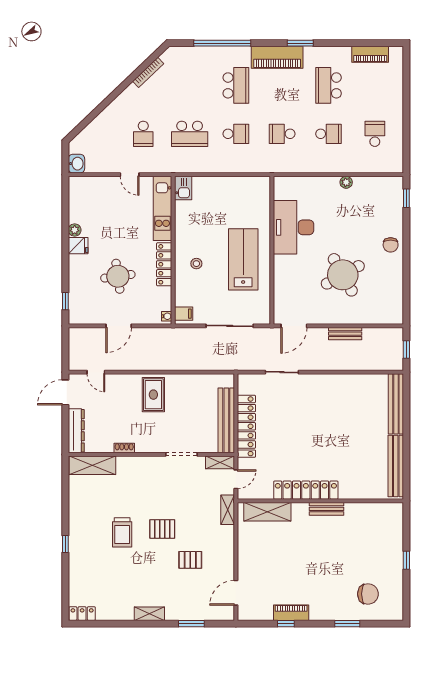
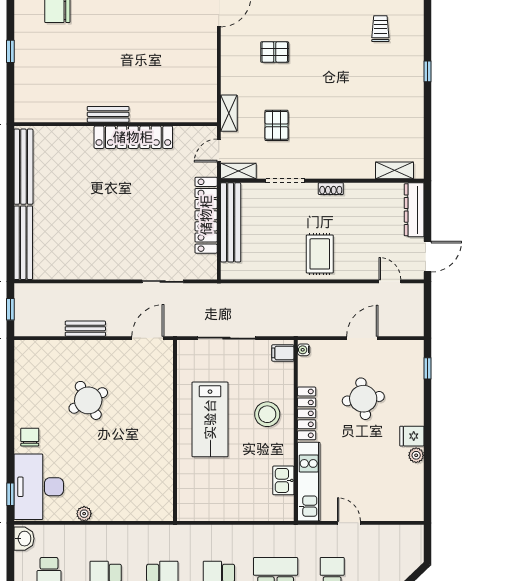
washbasin: (76, 164) -> (24, 539), moved, turned 180
kitchen sink: (183, 188) -> (283, 480), moved
desk: (293, 227) -> (39, 487), moved, turned 180
stool: (196, 264) -> (267, 414), width x1.89, depth x1.89
round table: (343, 275) -> (88, 400), width x0.73, depth x0.73
shoe rack: (124, 448) -> (331, 189), moved
shelving: (92, 465) -> (394, 170), width x0.67, depth x0.75
shelving: (267, 512) -> (180, 111), removed
pallet: (162, 529) -> (277, 125), moved, turned 90
trolley: (122, 532) -> (380, 29), moved, width x0.73, depth x0.72

